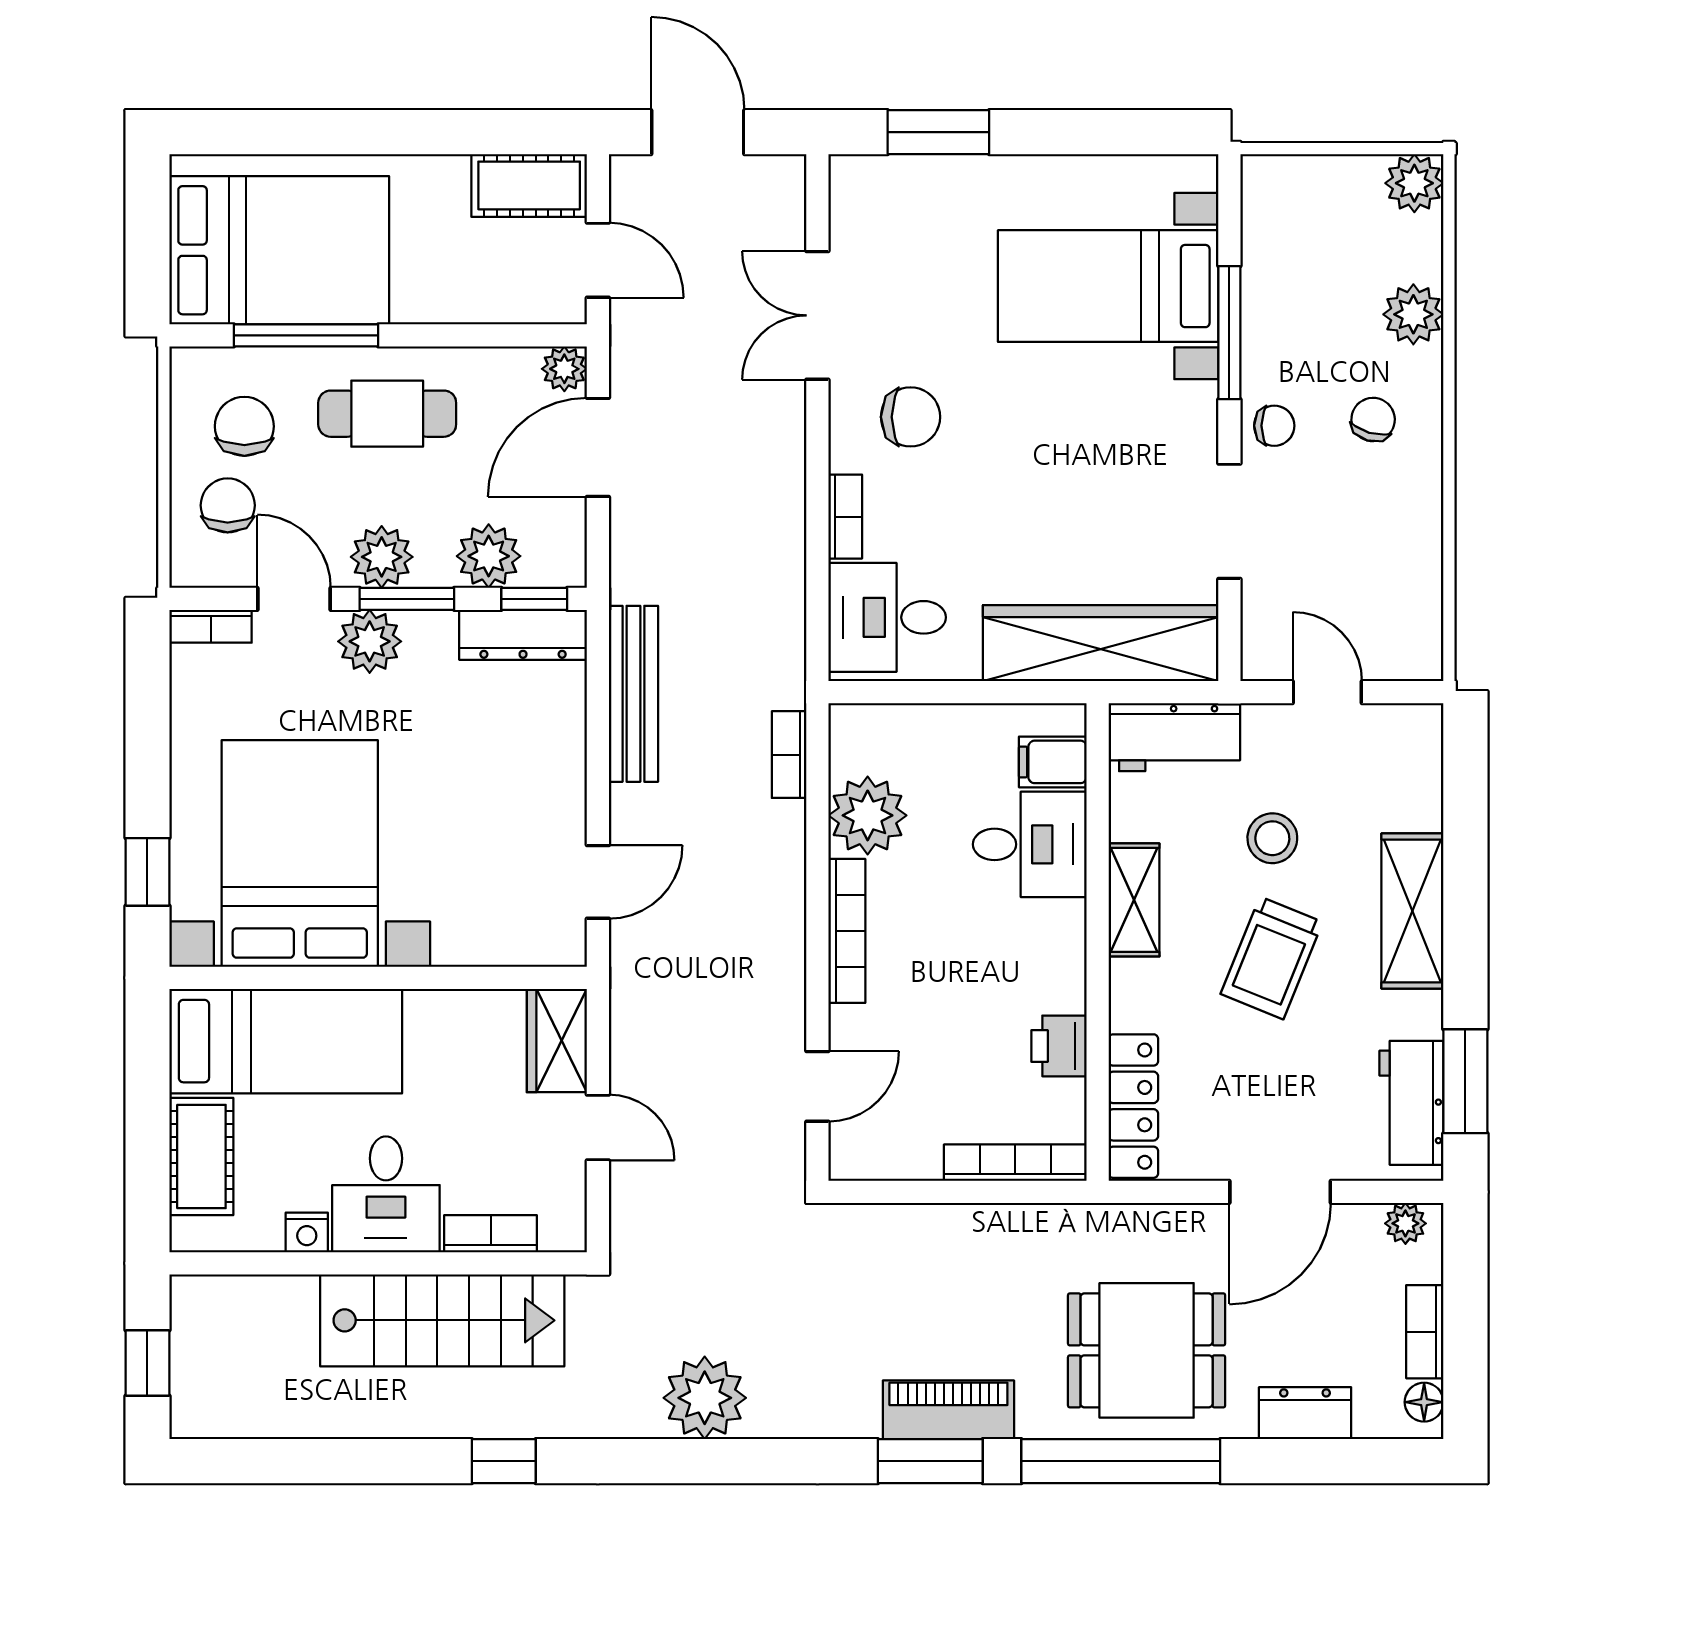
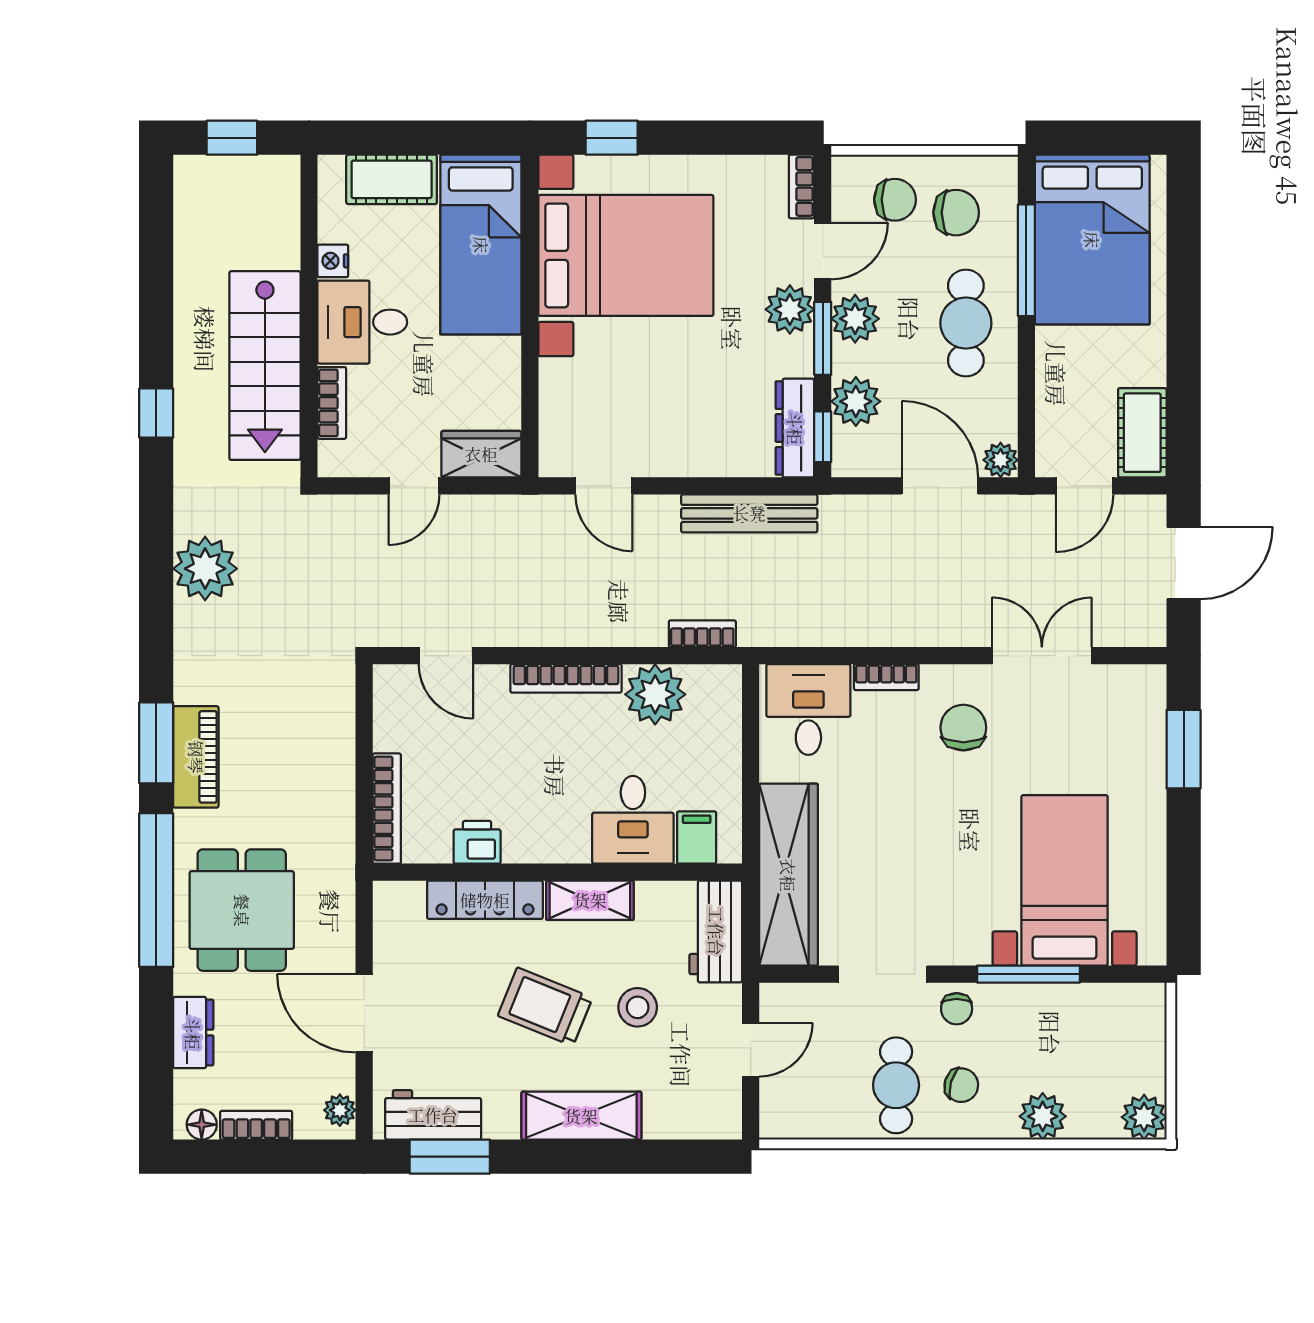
chair: (911, 417) -> (963, 728), turned 180
cafe table: (1373, 504) -> (896, 1085), added
locker: (1133, 1106) -> (485, 900), moved

